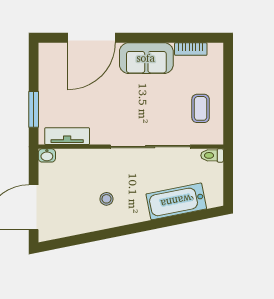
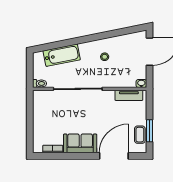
coffee table: (201, 108) -> (140, 135), moved
window: (34, 109) -> (150, 131), moved

